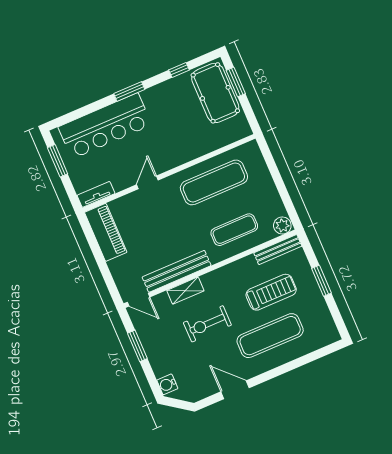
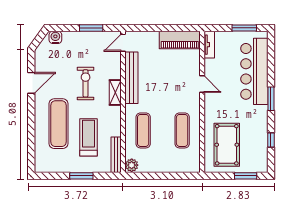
pool table: (215, 93) -> (227, 145), moved, turned 90
exercise mat: (214, 182) -> (182, 130), width x0.73, depth x0.69
shelving: (185, 291) -> (115, 92), moved
treadmill: (271, 292) -> (88, 137), turned 180

